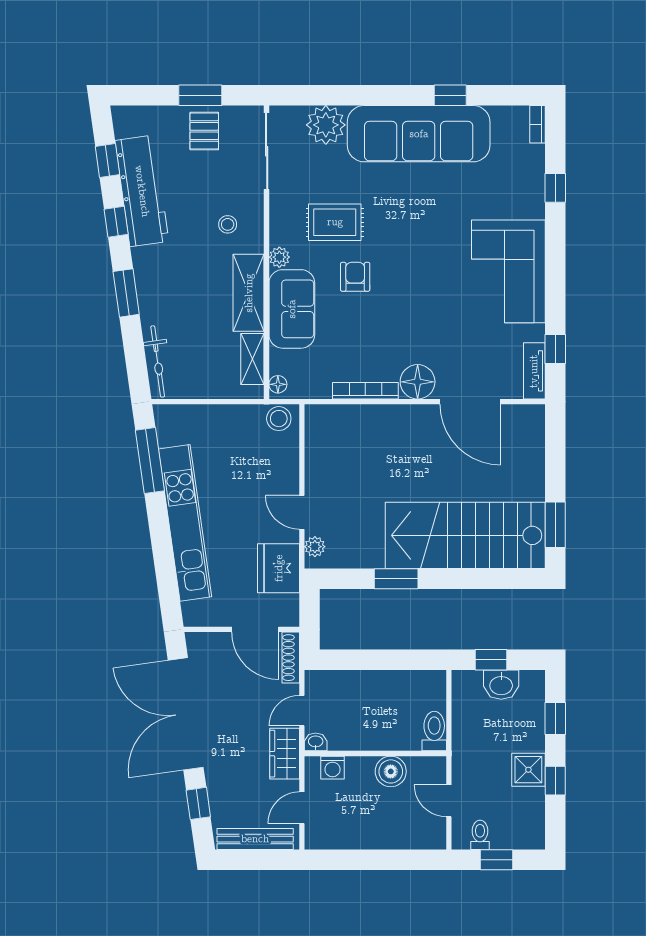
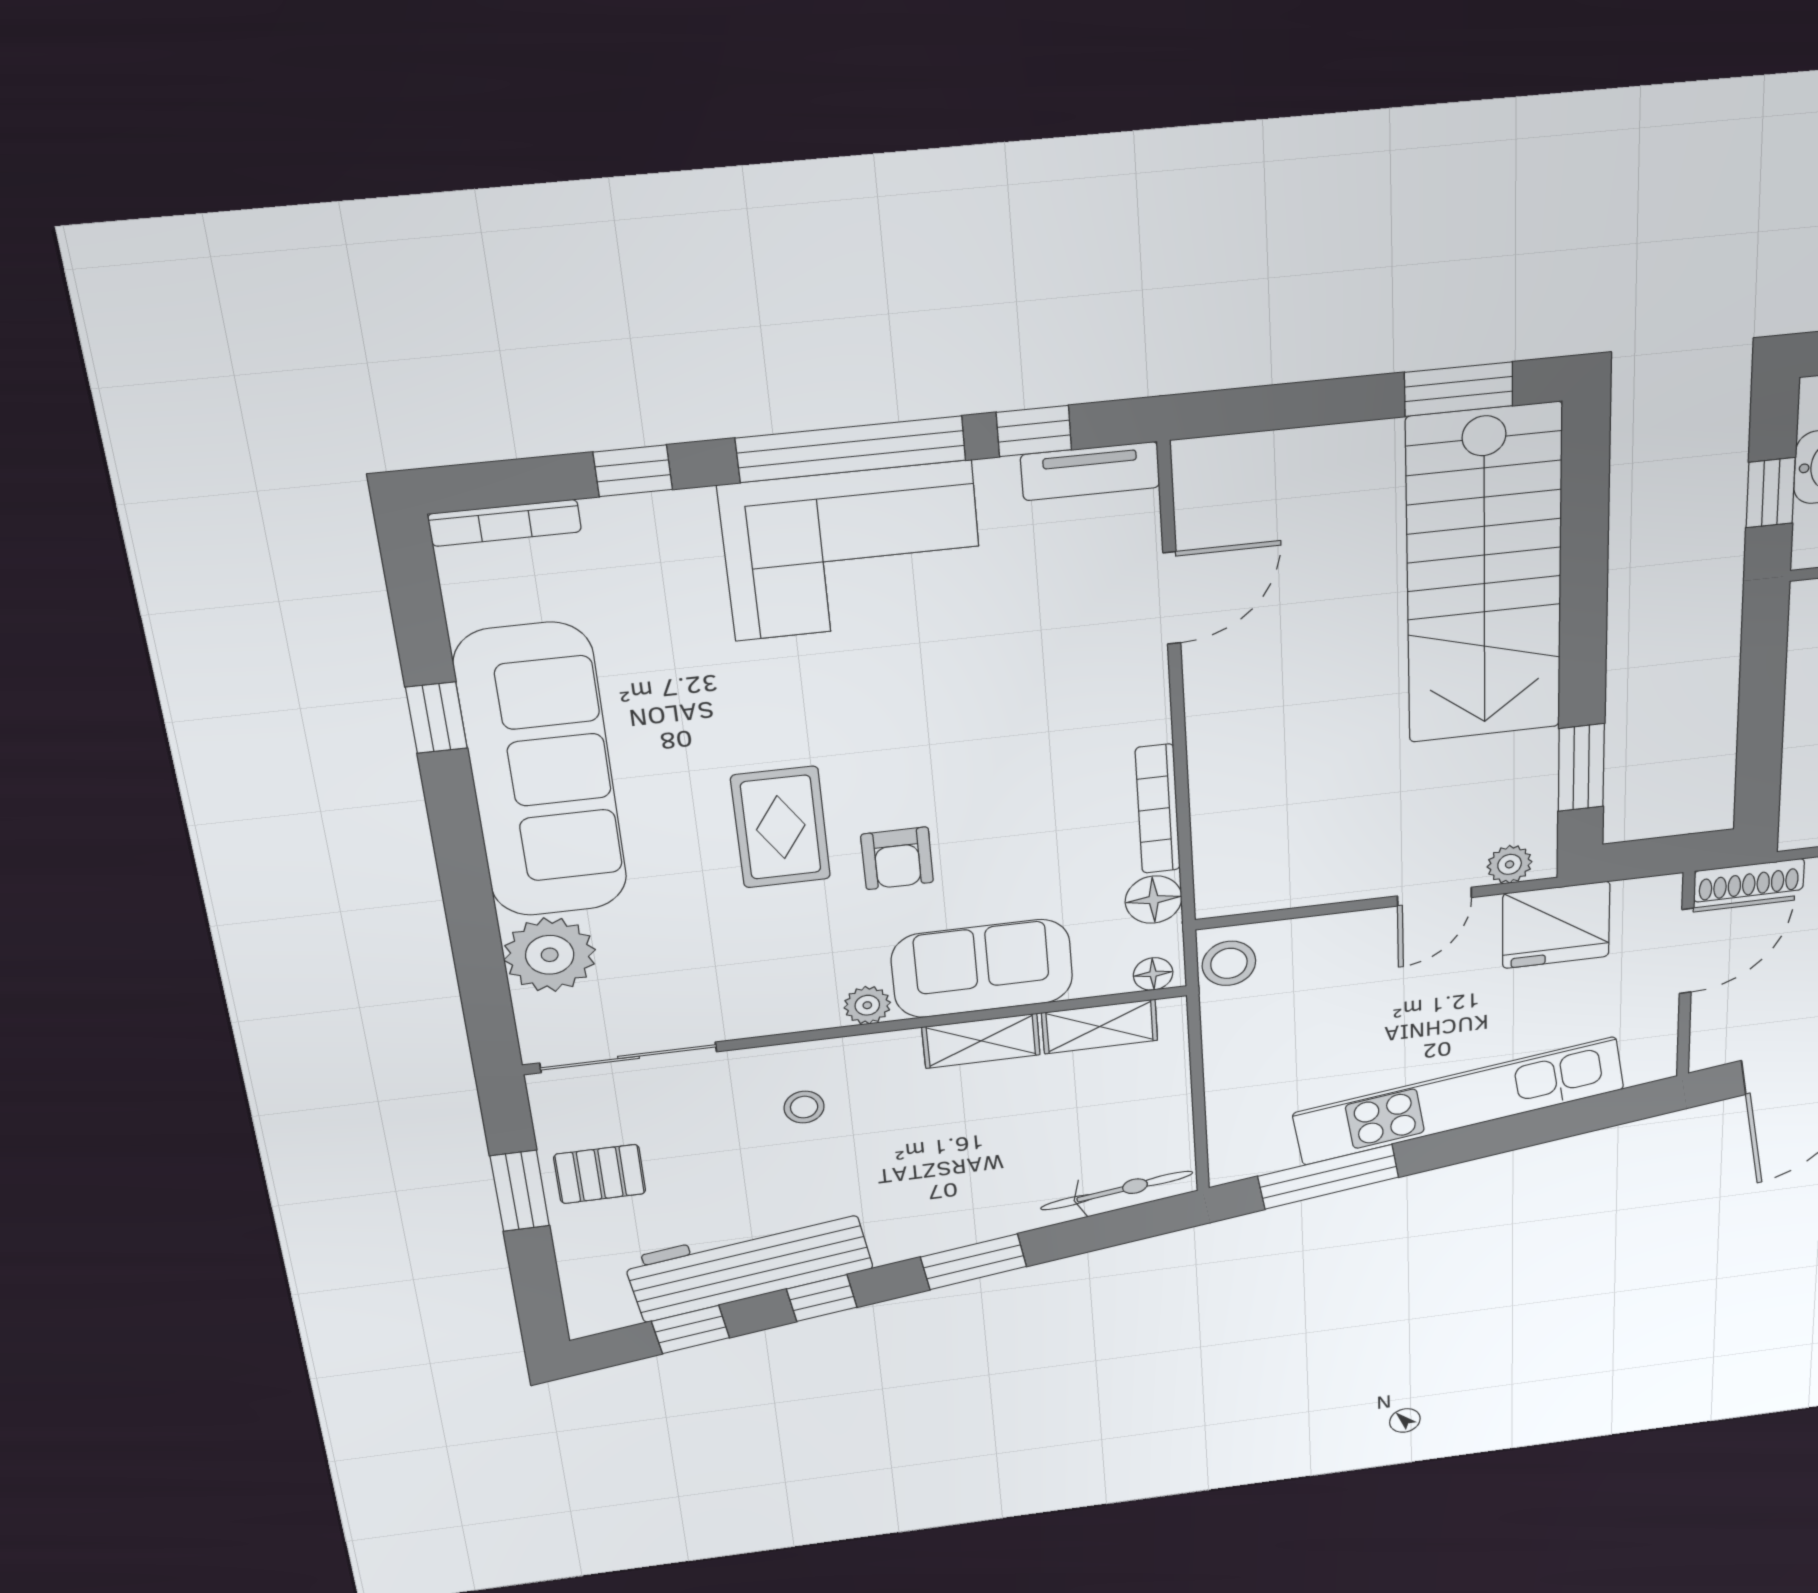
bookcase: (537, 124) -> (505, 523), width x1.56
rug: (335, 222) -> (781, 827), moved
window: (555, 275) -> (851, 449), added
armchair: (355, 277) -> (897, 858), turned -90
shelving: (249, 293) -> (981, 1041), width x0.67, depth x0.75
floor lamp: (418, 382) -> (1154, 900), moved, width x0.73, depth x0.73
door: (470, 402) -> (1172, 598), width x0.73
window: (396, 579) -> (1581, 768), moved

